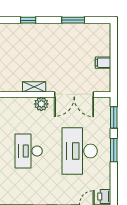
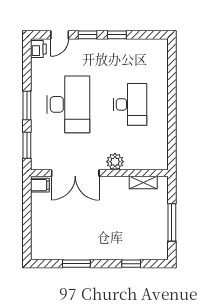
filing cabinet: (103, 63) -> (40, 185), moved
shelving: (34, 87) -> (143, 182), moved
double door: (74, 94) -> (75, 173), swing flipped

